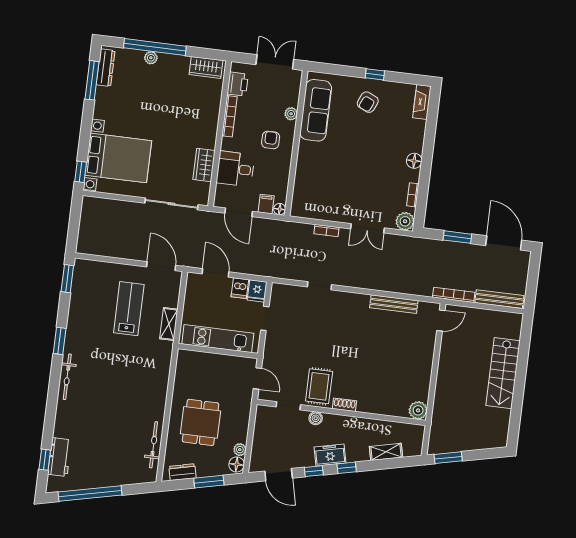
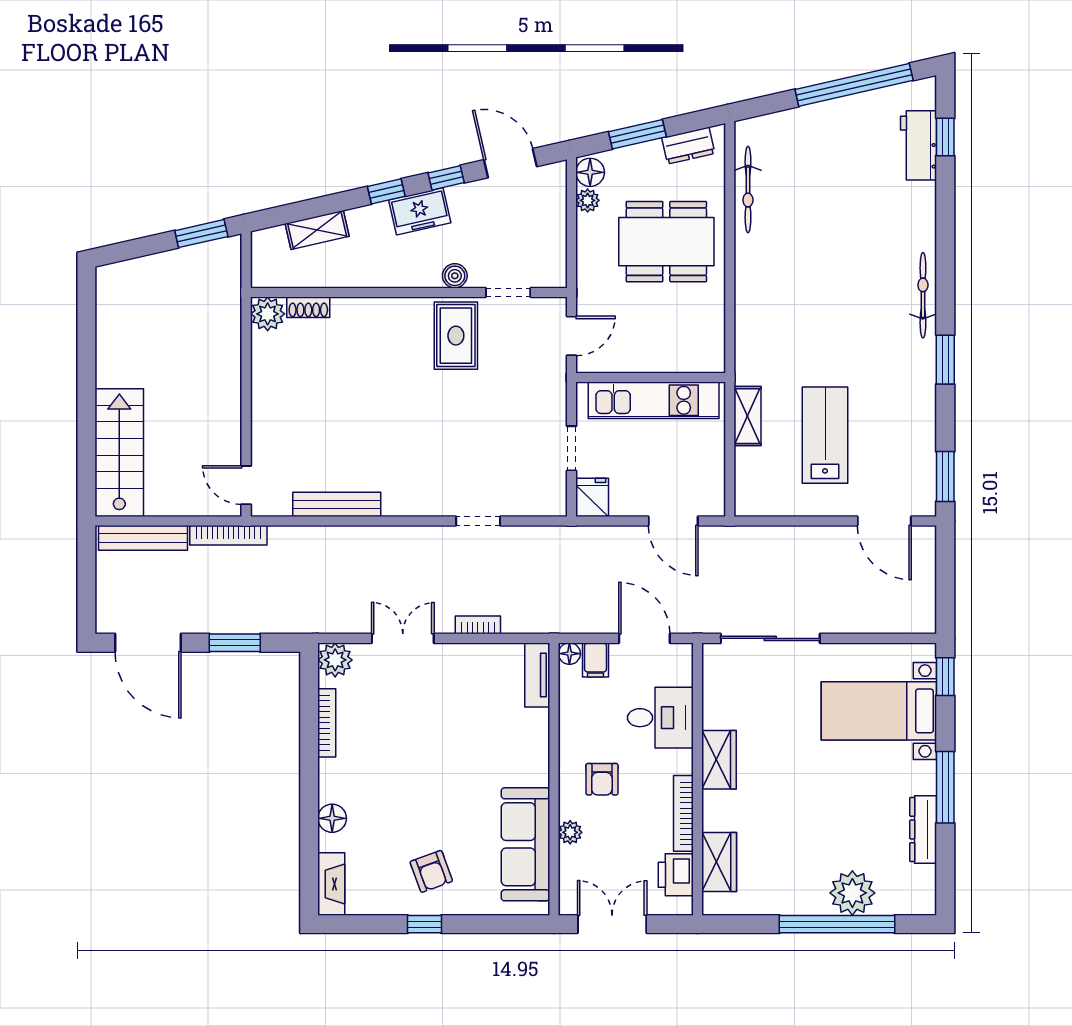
plant: (151, 58) -> (852, 893), width x1.87, depth x1.87
double door: (275, 62) -> (612, 924), swing flipped
wardrobe: (206, 67) -> (719, 862), moved, turned 90
dresser: (106, 68) -> (923, 829), moved
window: (92, 80) -> (945, 787), moved
armchair: (368, 102) -> (431, 871), turned 136
bed with nightstands: (118, 158) -> (879, 711), width x0.73
floor lamp: (414, 161) -> (332, 818), moved
wardrobe: (204, 165) -> (719, 760), moved
bookcase: (413, 195) -> (327, 723), width x1.56
tv unit: (298, 200) -> (537, 675), added
door: (161, 266) -> (884, 521), moved
dishwasher: (240, 288) -> (625, 499), removed
lab bench: (129, 309) -> (825, 435), turned 180
door: (441, 320) -> (246, 485), hinge flipped
stairs: (503, 373) -> (119, 453), moved
door: (257, 378) -> (572, 336), swing flipped
shoe rack: (344, 405) -> (308, 307), moved
dining table: (201, 422) -> (666, 242), width x1.38

